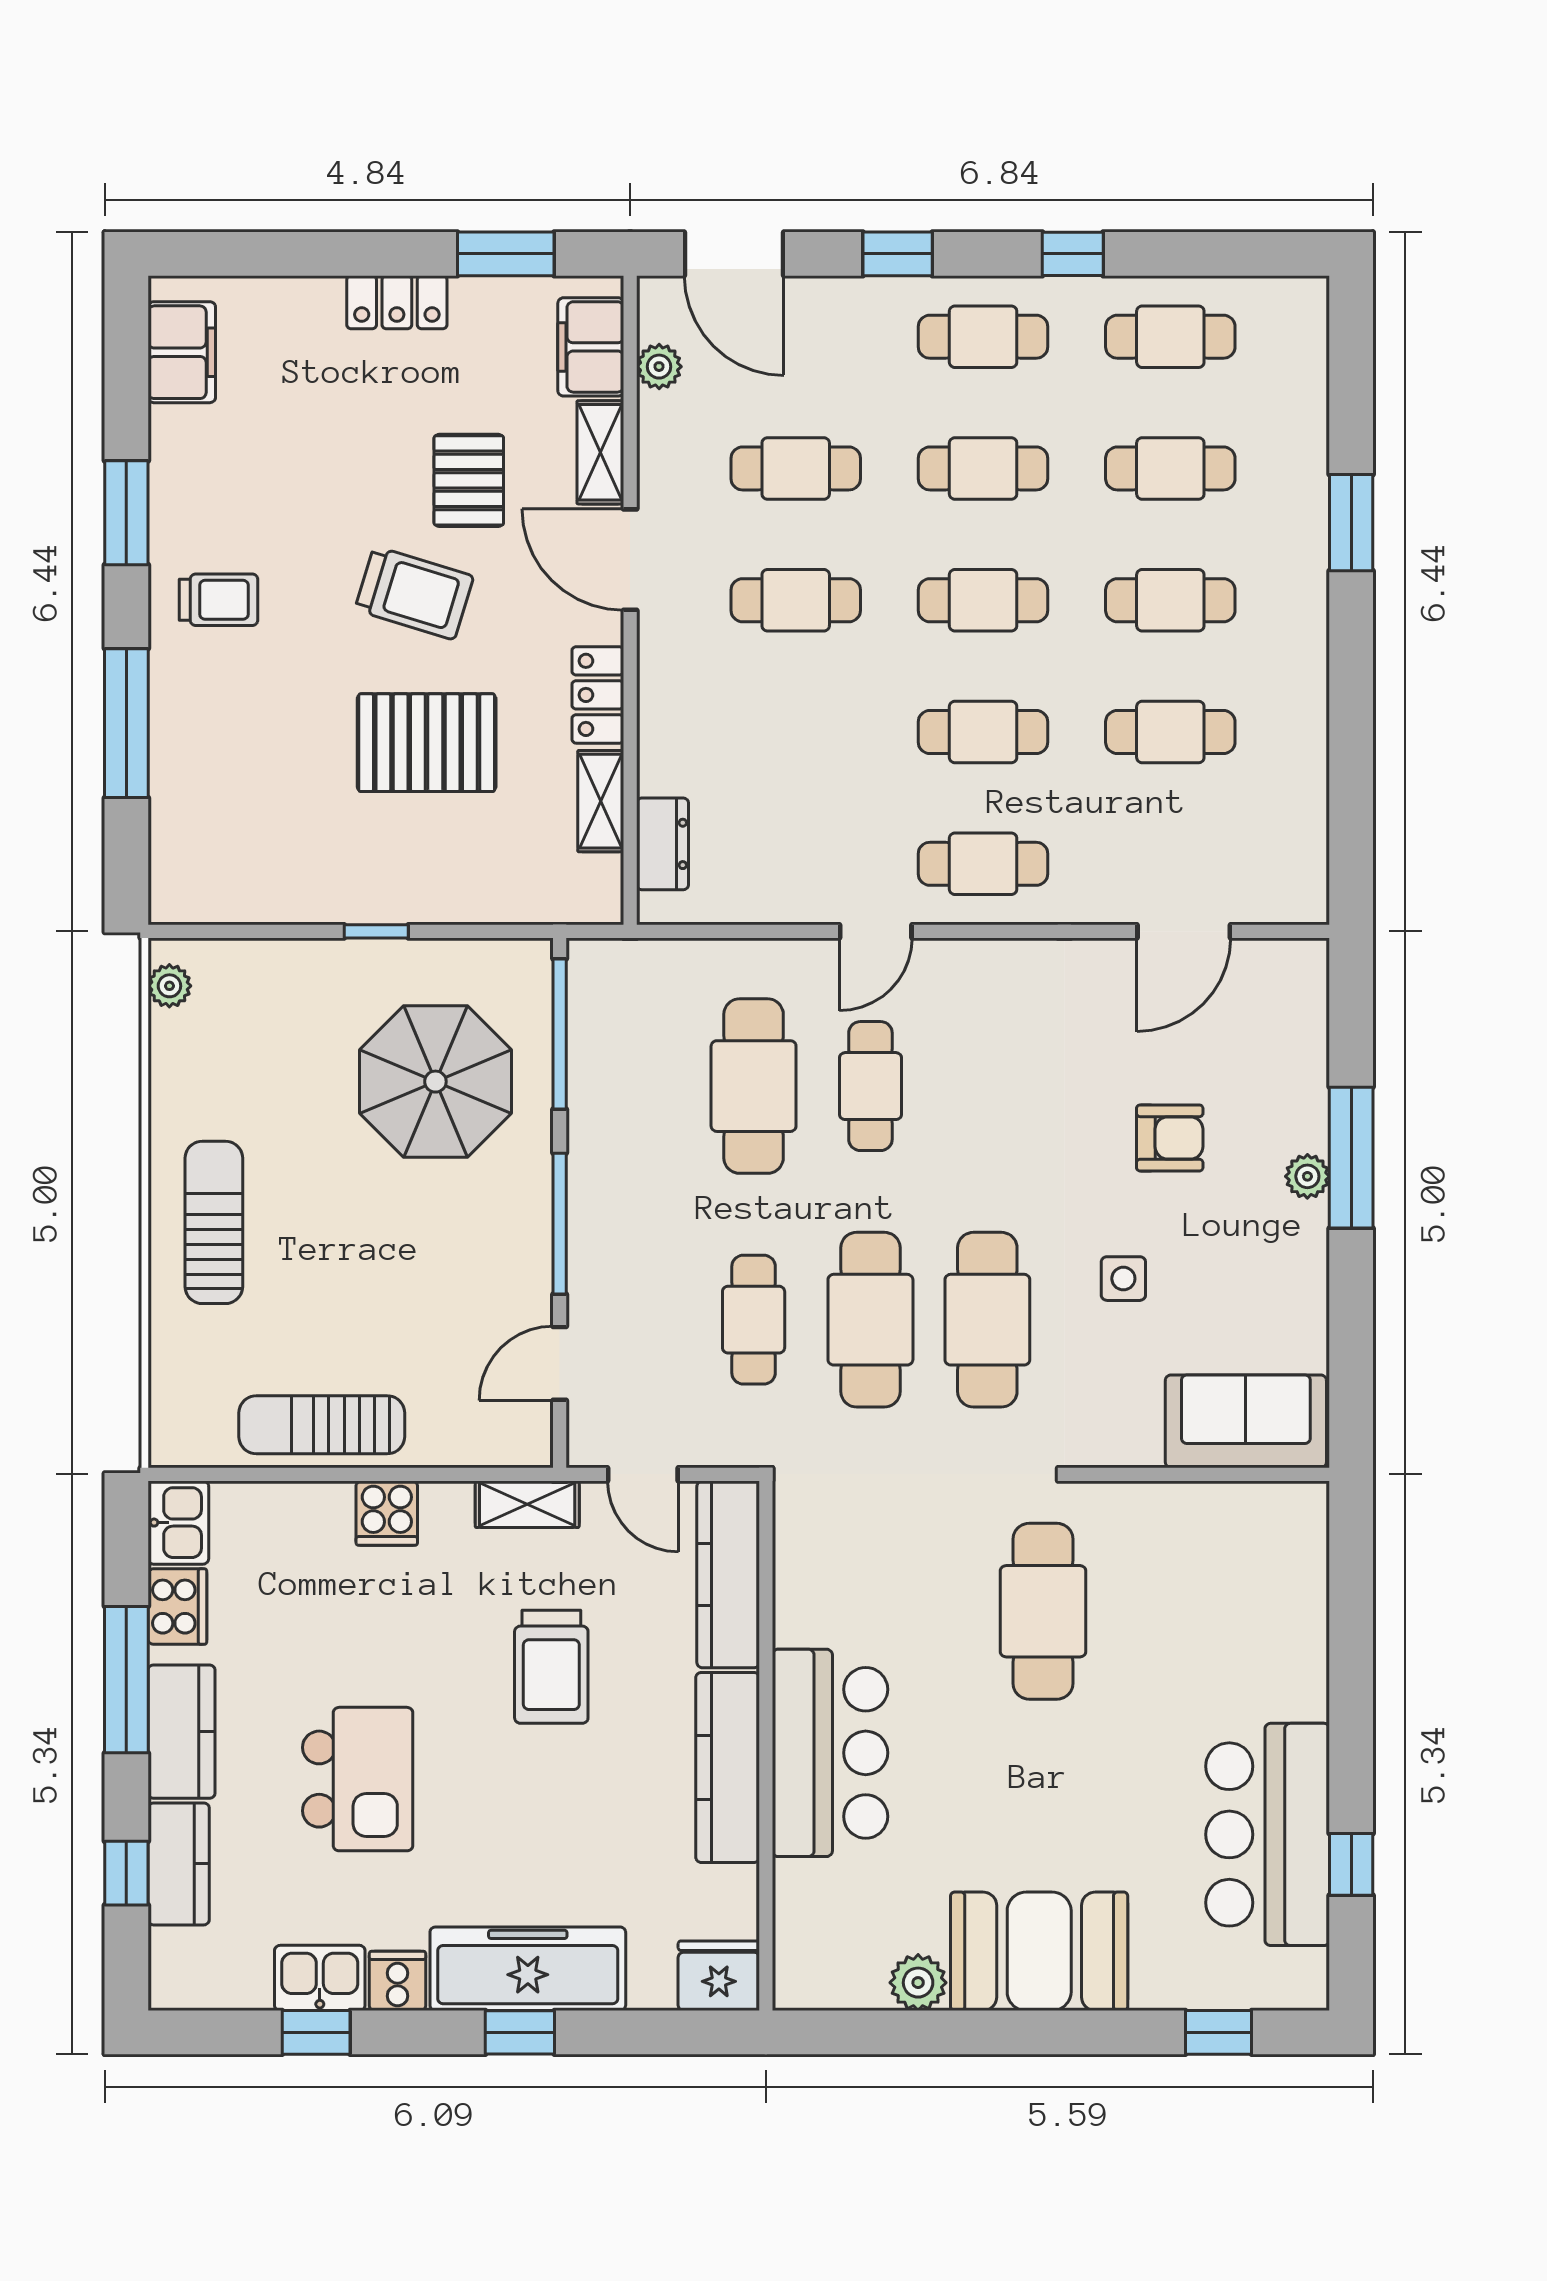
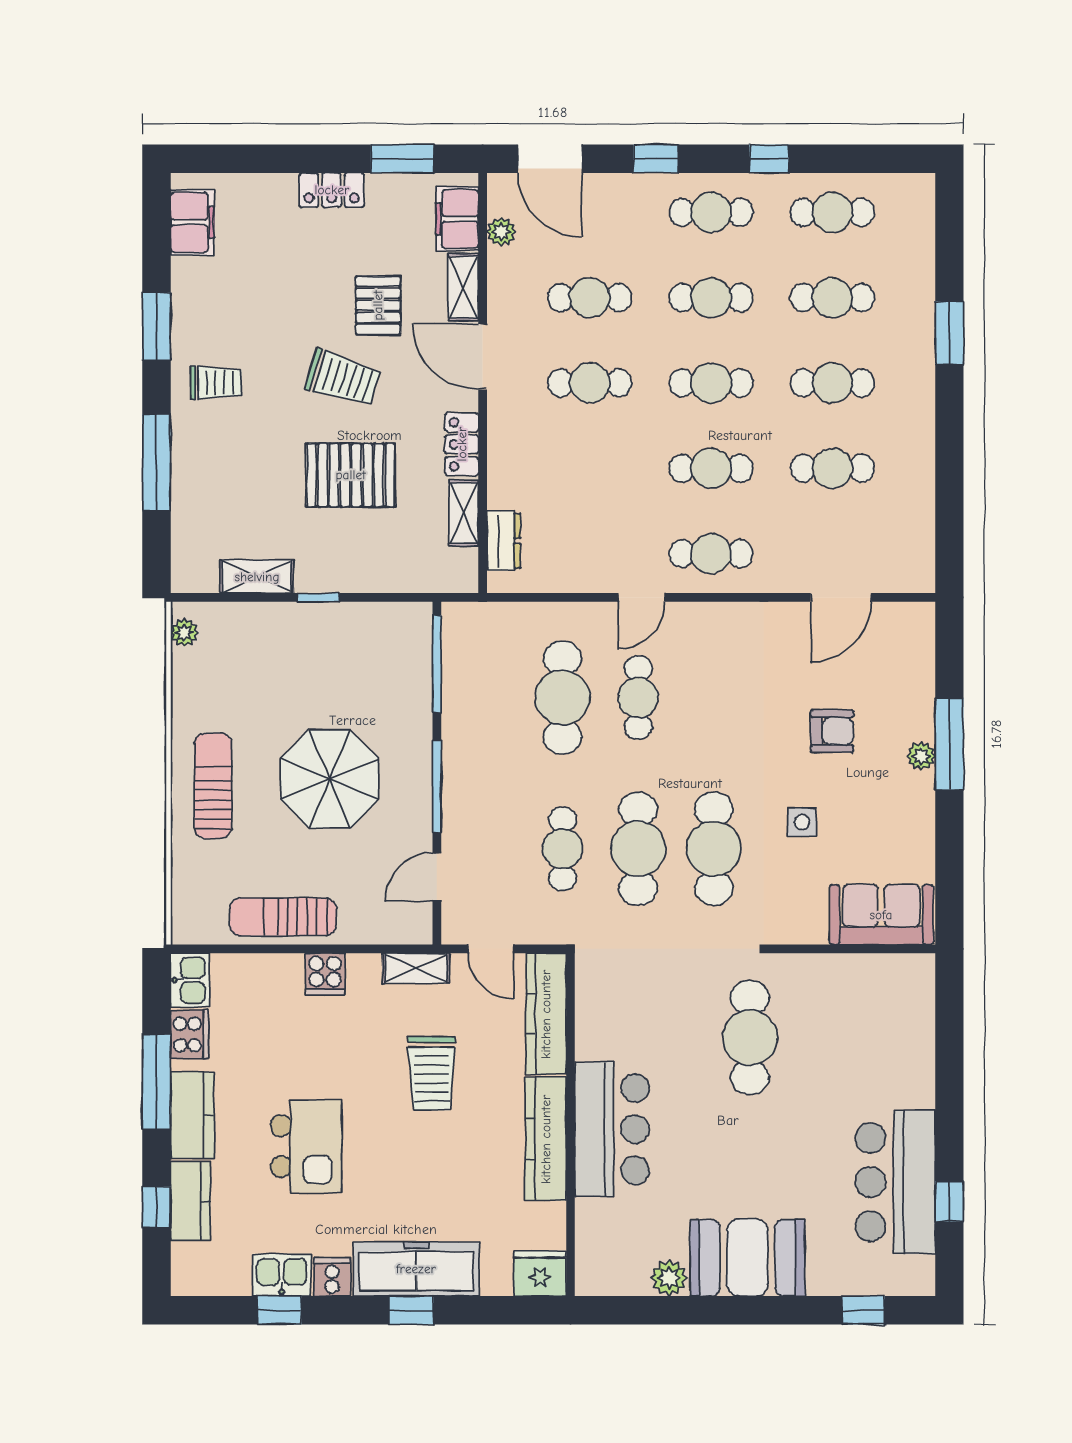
shelving: (281, 899) -> (257, 577), added
parasol: (435, 1082) -> (330, 779), moved

